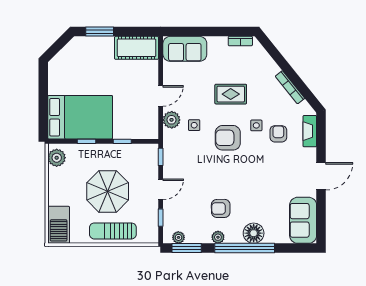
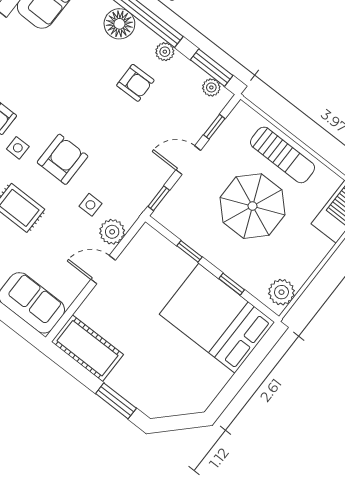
armchair: (228, 138) -> (63, 159), turned -90

